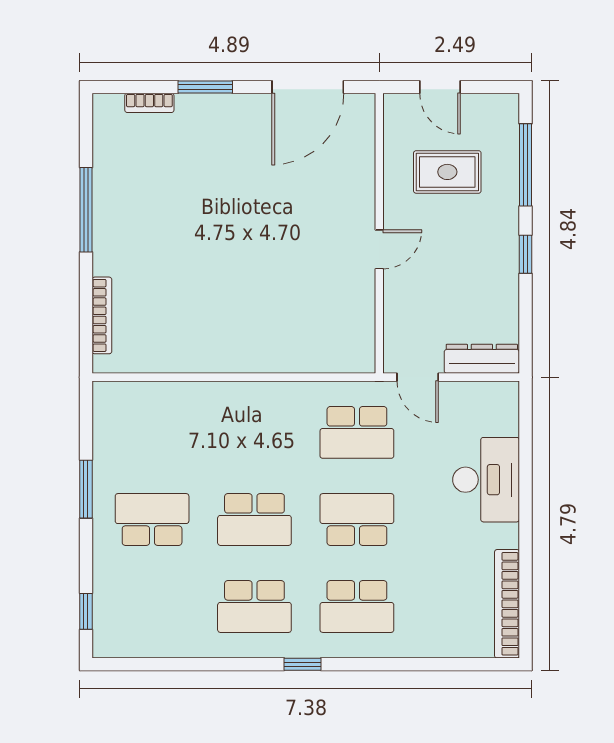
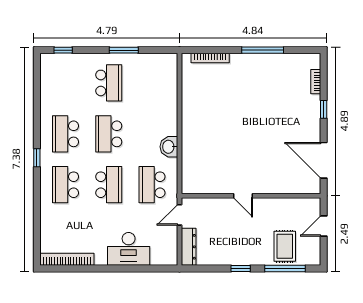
window: (205, 87) -> (324, 109), width x0.67
rug: (447, 172) -> (285, 246), moved
washbasin: (280, 398) -> (169, 147), added

